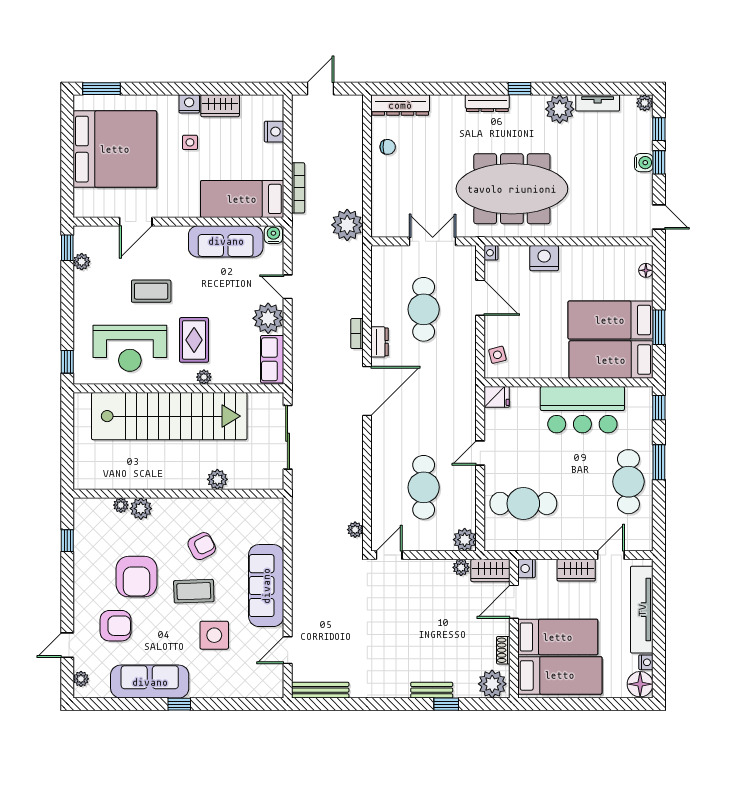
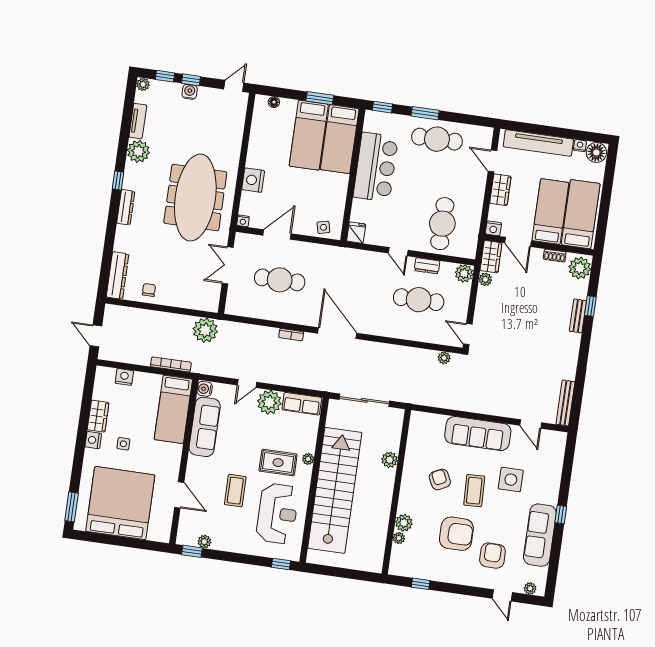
dresser: (380, 342) -> (427, 266), moved, turned 180

